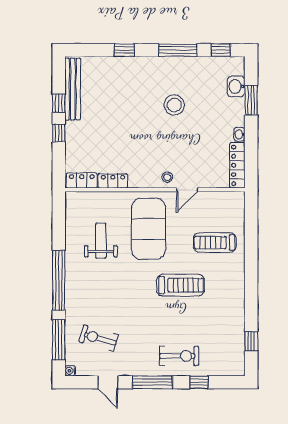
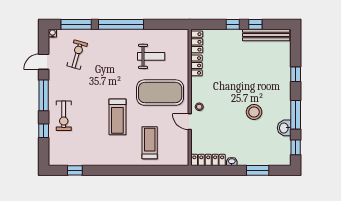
washbasin: (236, 86) -> (284, 128), moved, turned -90

